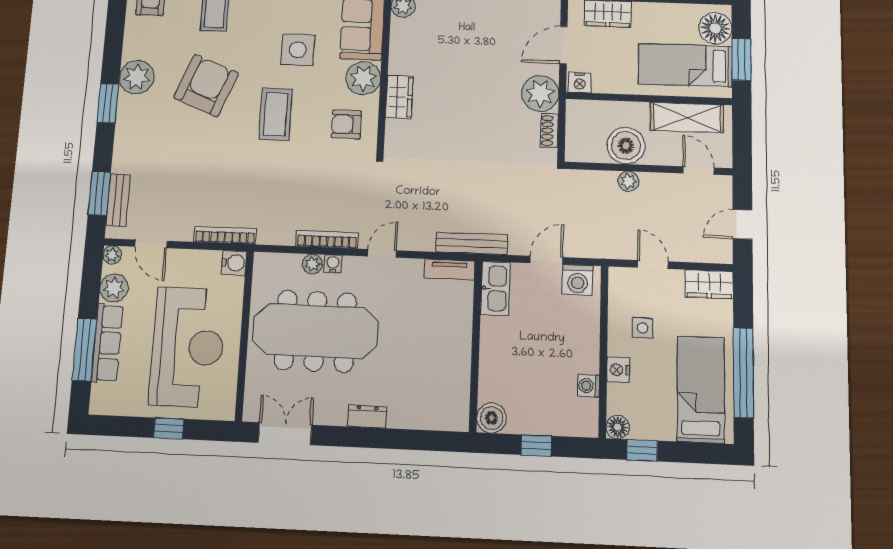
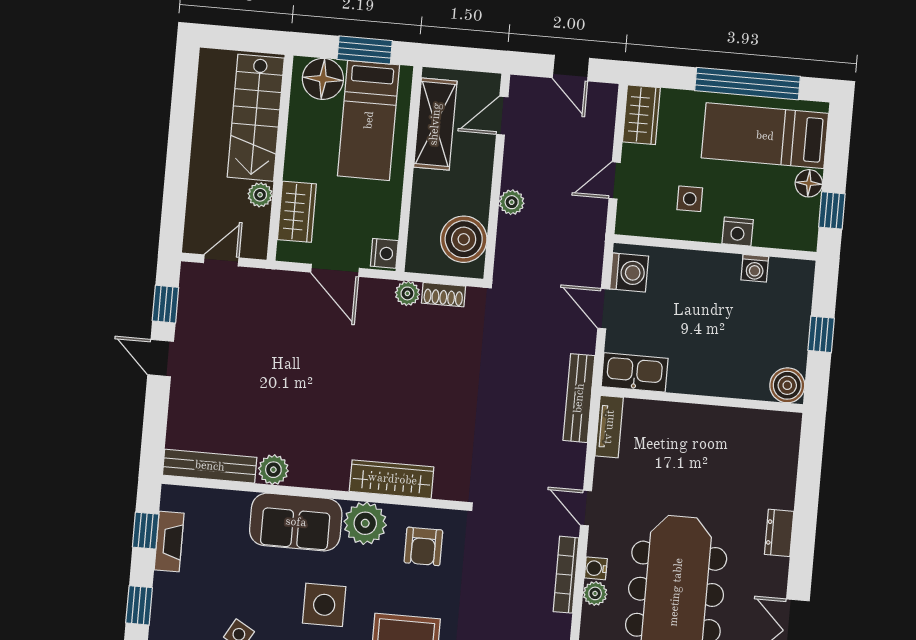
plant: (540, 93) -> (407, 293), width x0.53, depth x0.53
wardrobe: (399, 97) -> (392, 479), width x1.50
boiler: (626, 146) -> (464, 239), moved
floor lamp: (618, 427) -> (809, 183), moved

